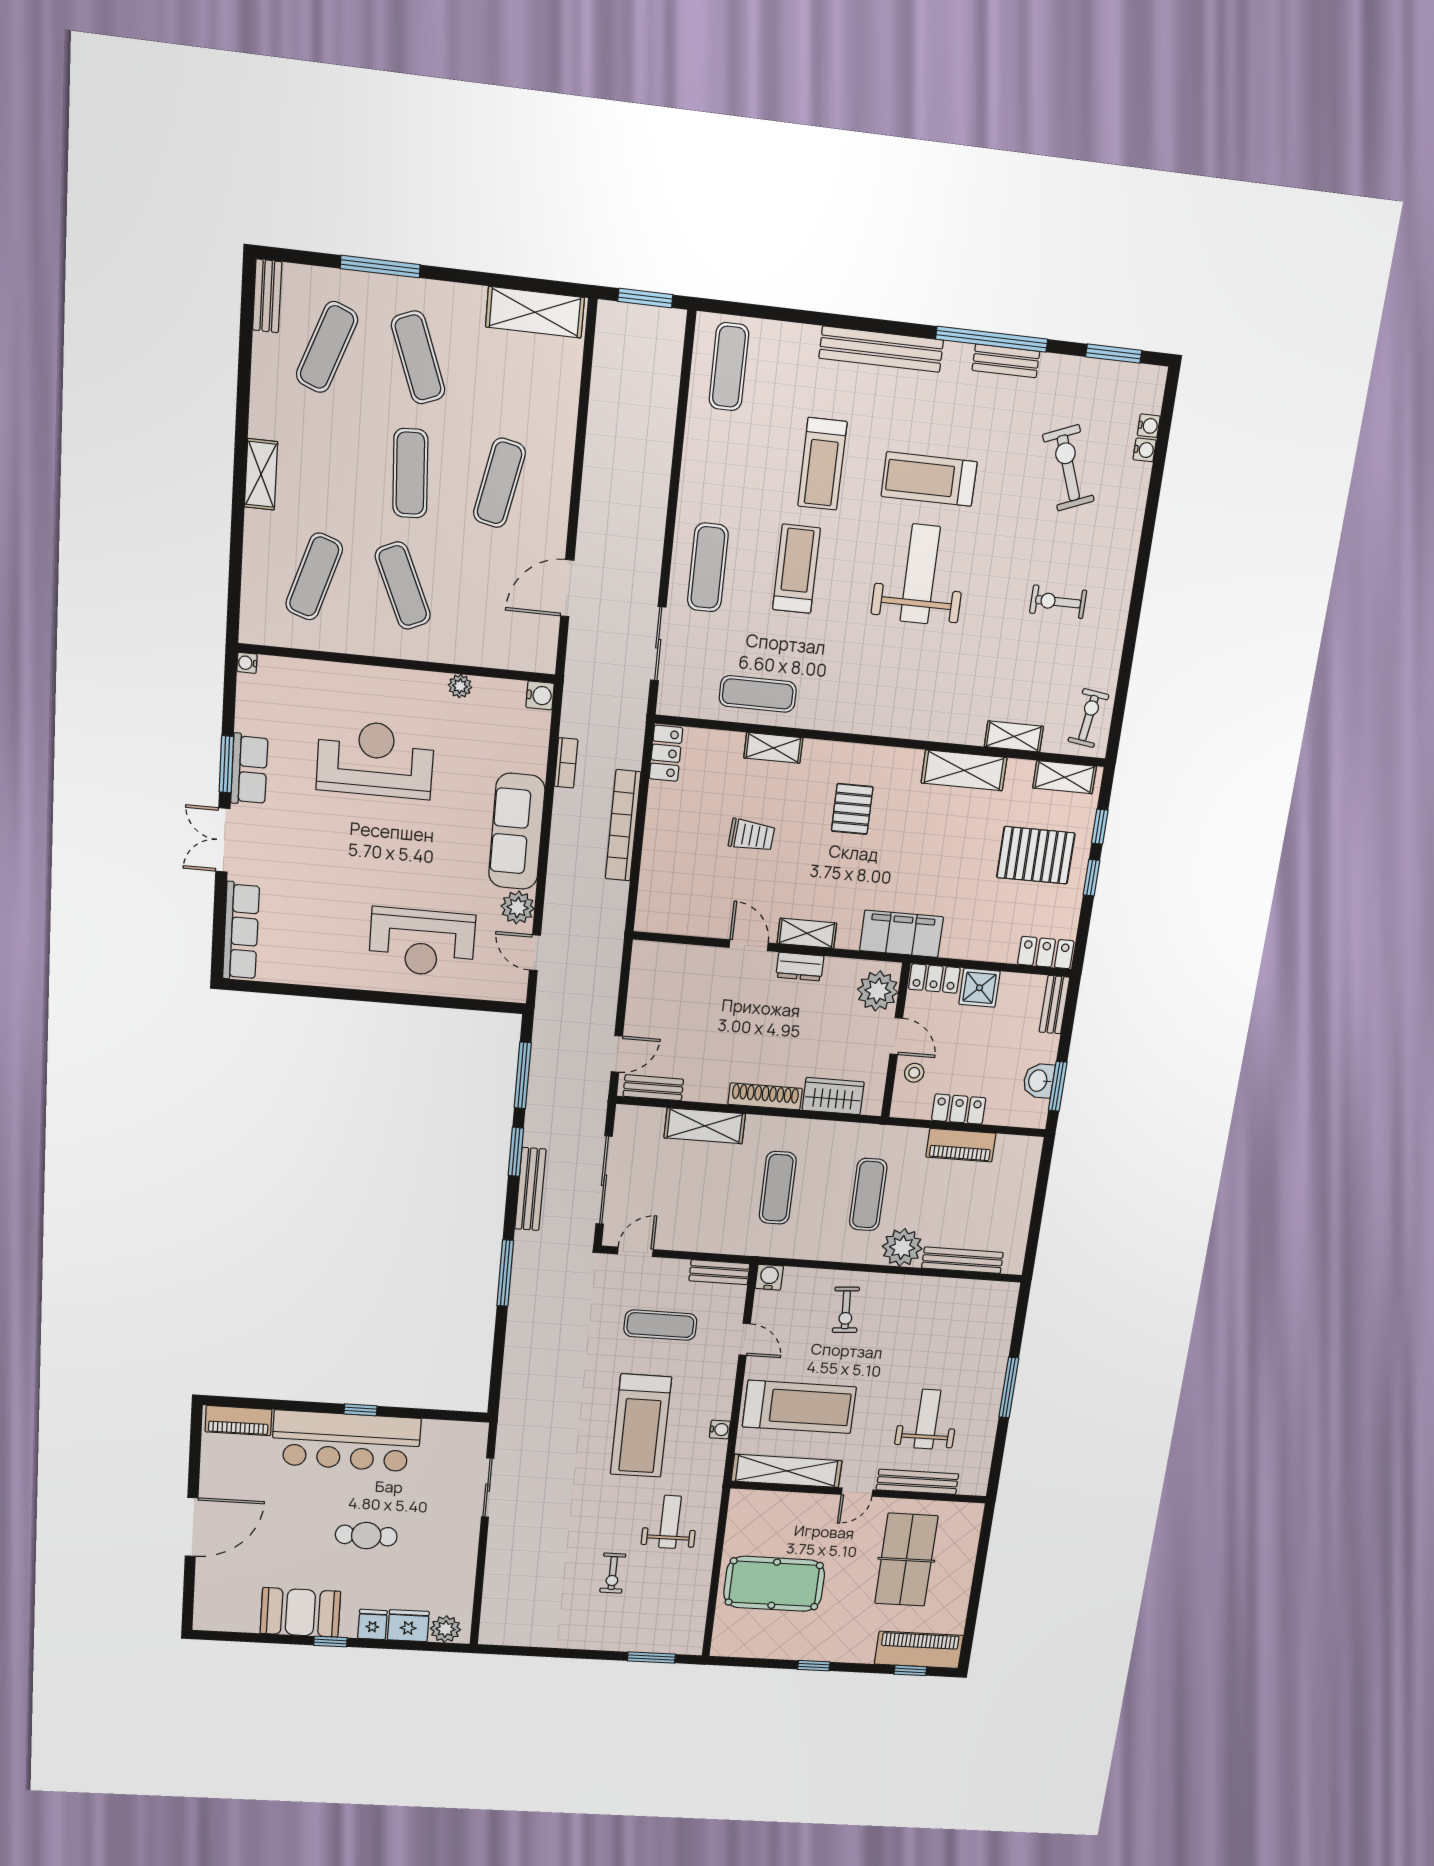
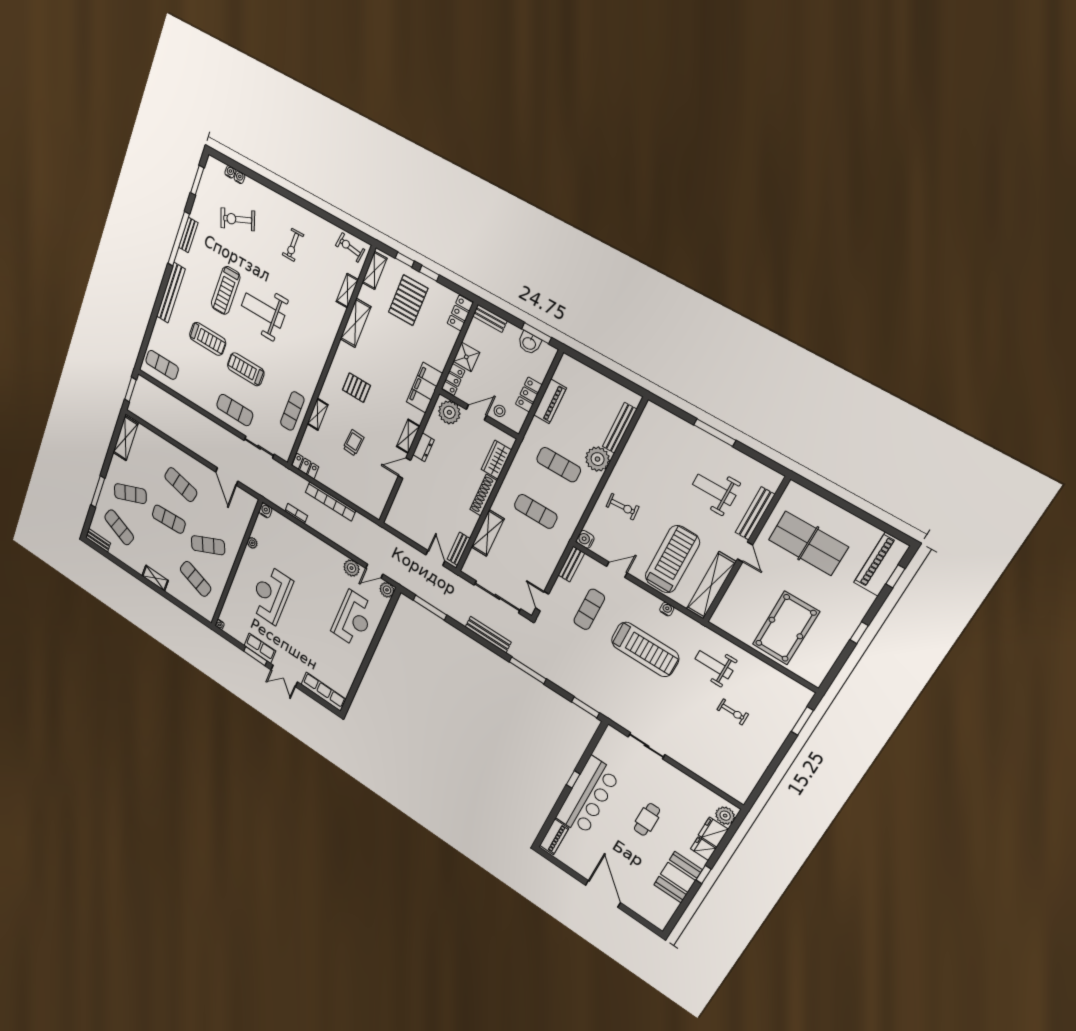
sofa: (517, 831) -> (318, 551), removed
plant: (513, 988) -> (387, 590), added
window: (516, 1152) -> (585, 707), moved

